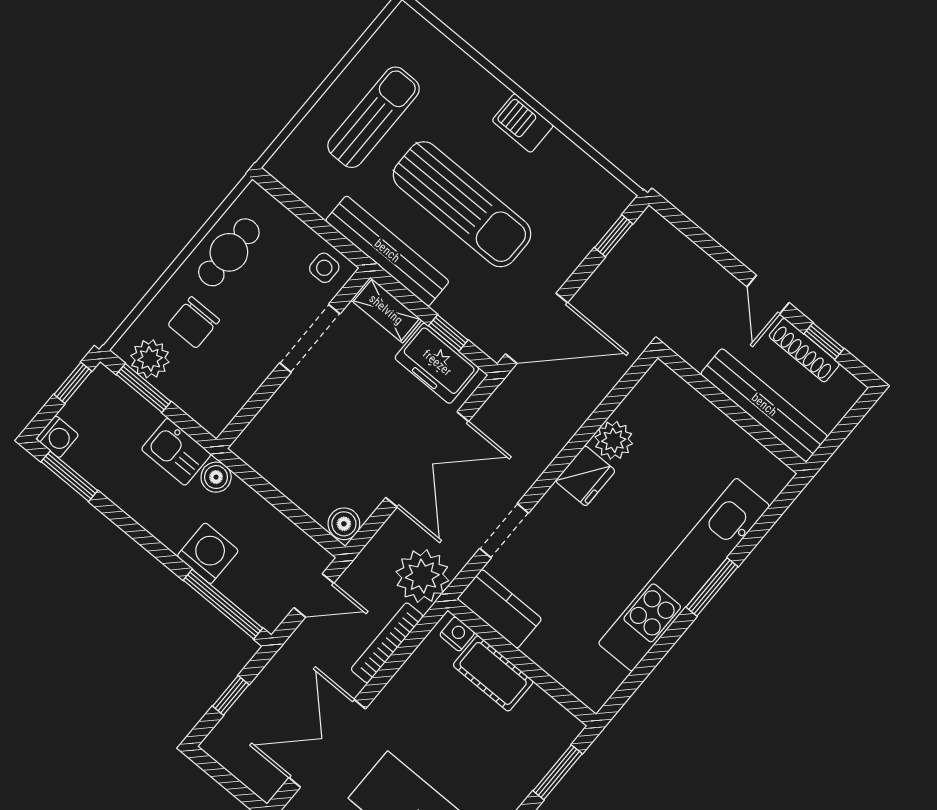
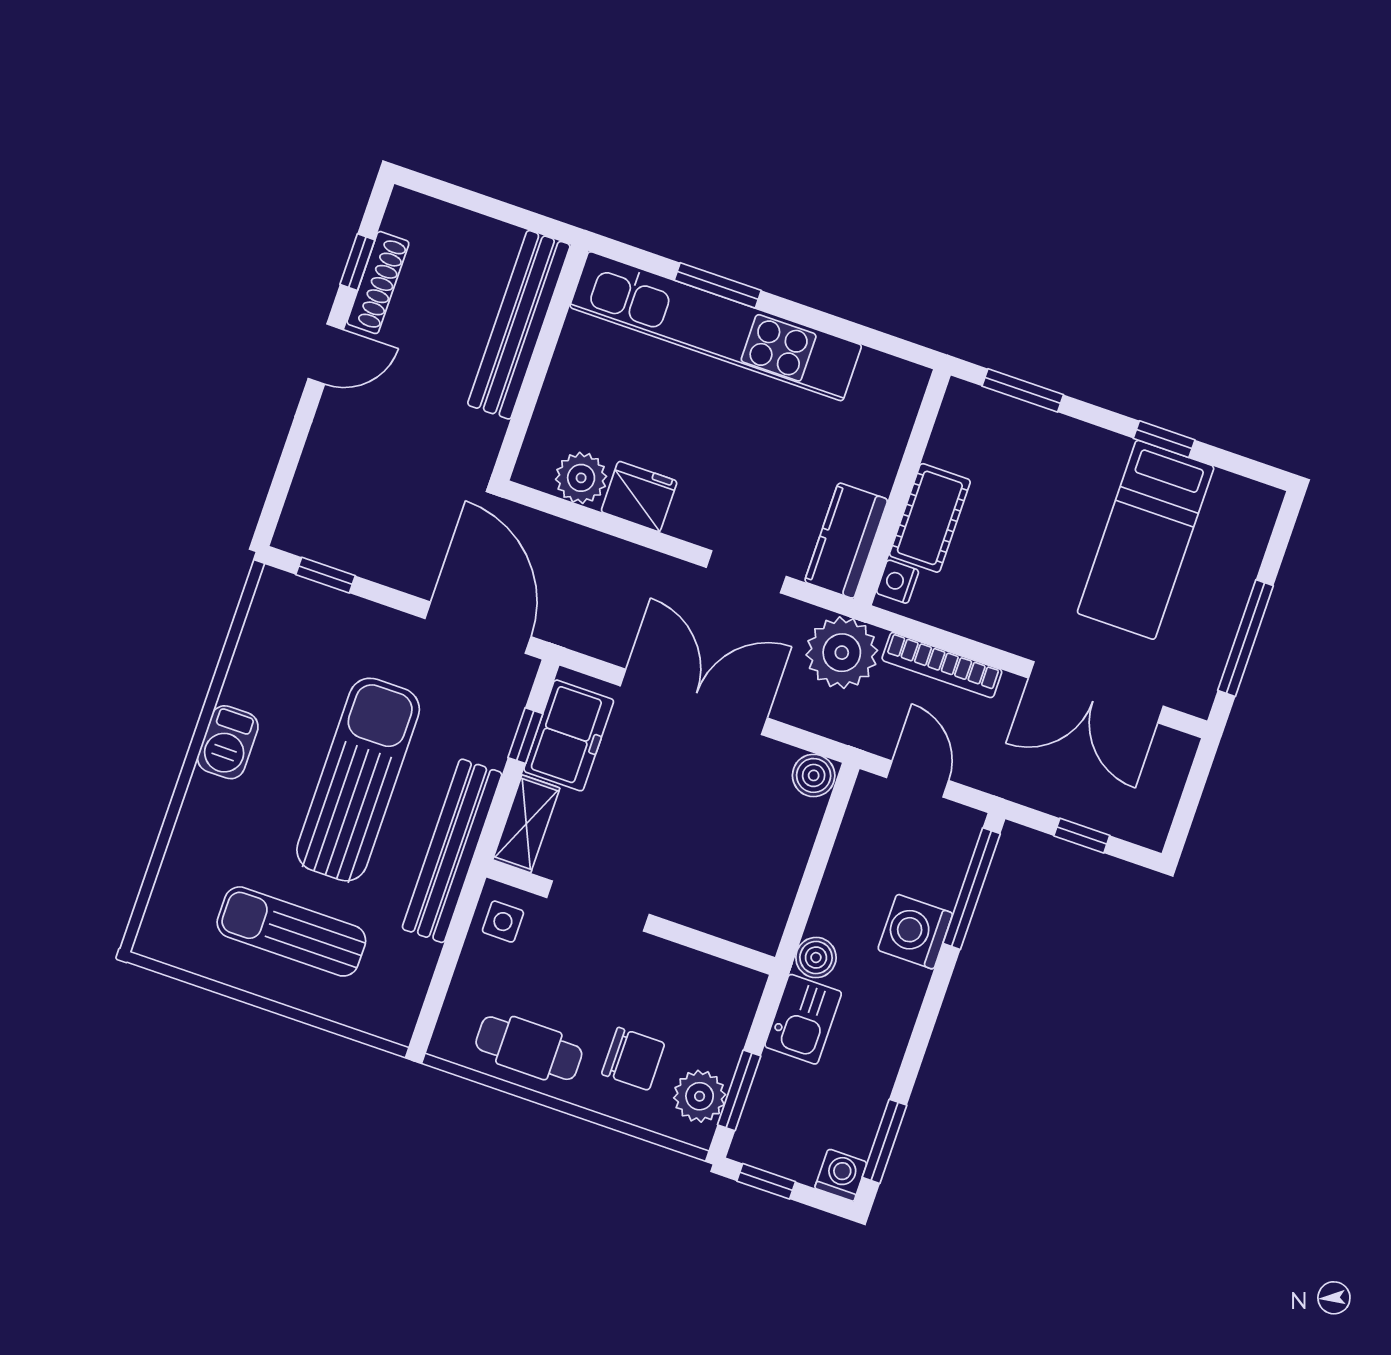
bench: (764, 405) -> (519, 325), moved
wall: (732, 410) -> (540, 363), moved

